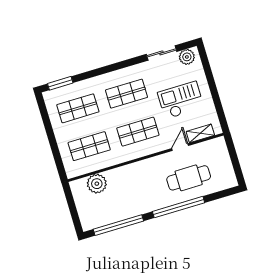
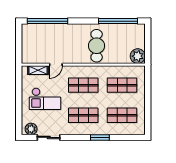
window: (60, 83) -> (100, 137), moved
cafe table: (189, 178) -> (97, 46), moved, turned 90
plant: (97, 184) -> (138, 56), moved
window: (179, 207) -> (48, 21), moved

